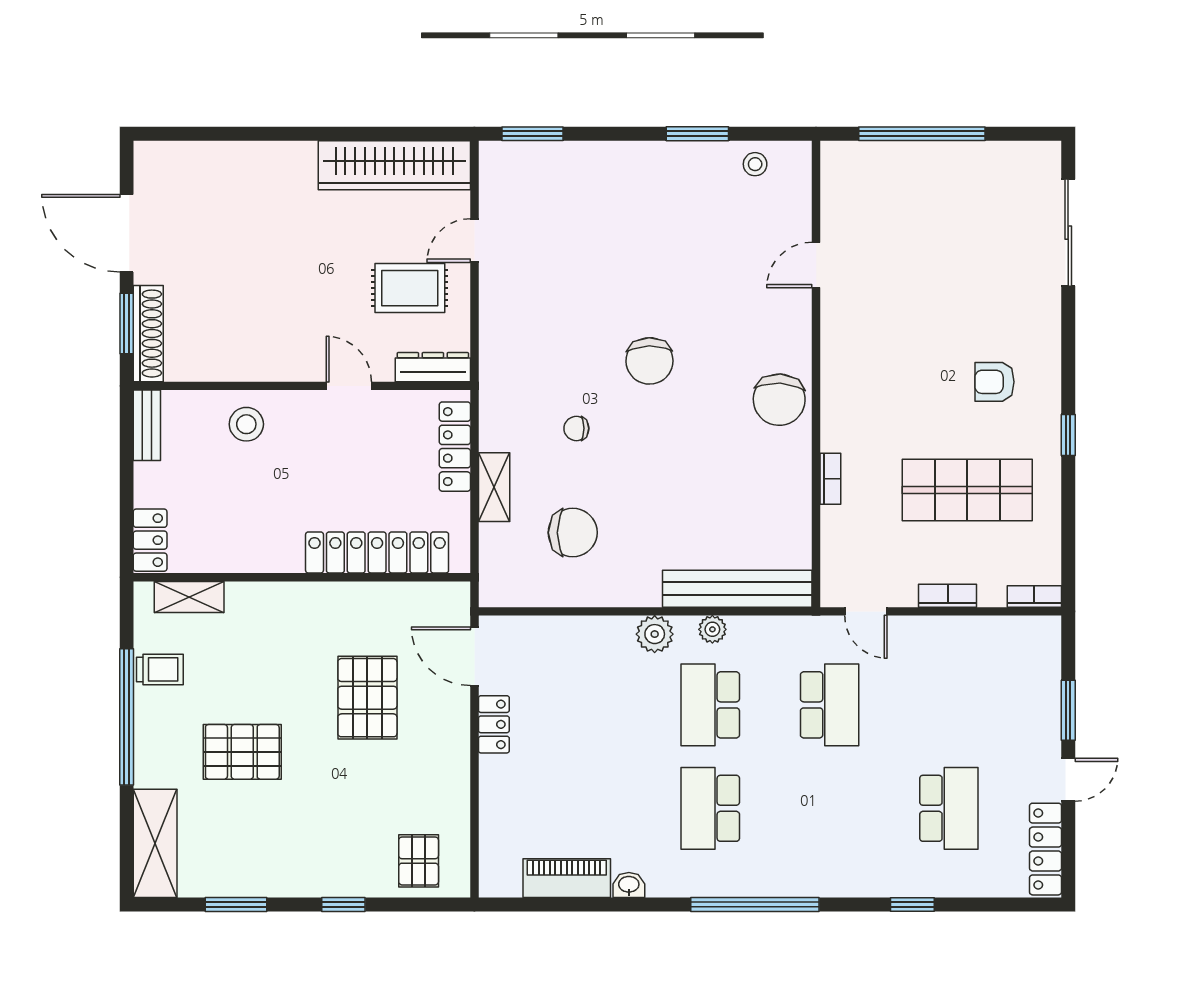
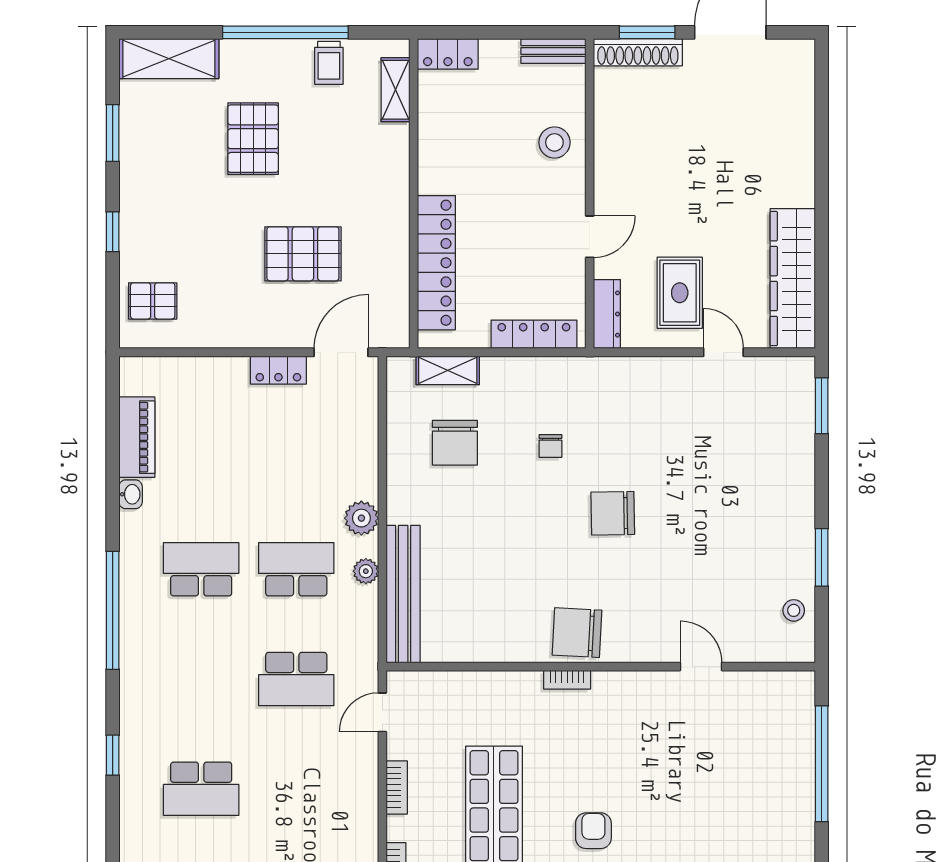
chair: (576, 428) -> (551, 446), turned 180
bookcase: (830, 479) -> (567, 680), moved
shelving: (494, 487) -> (448, 370), moved

